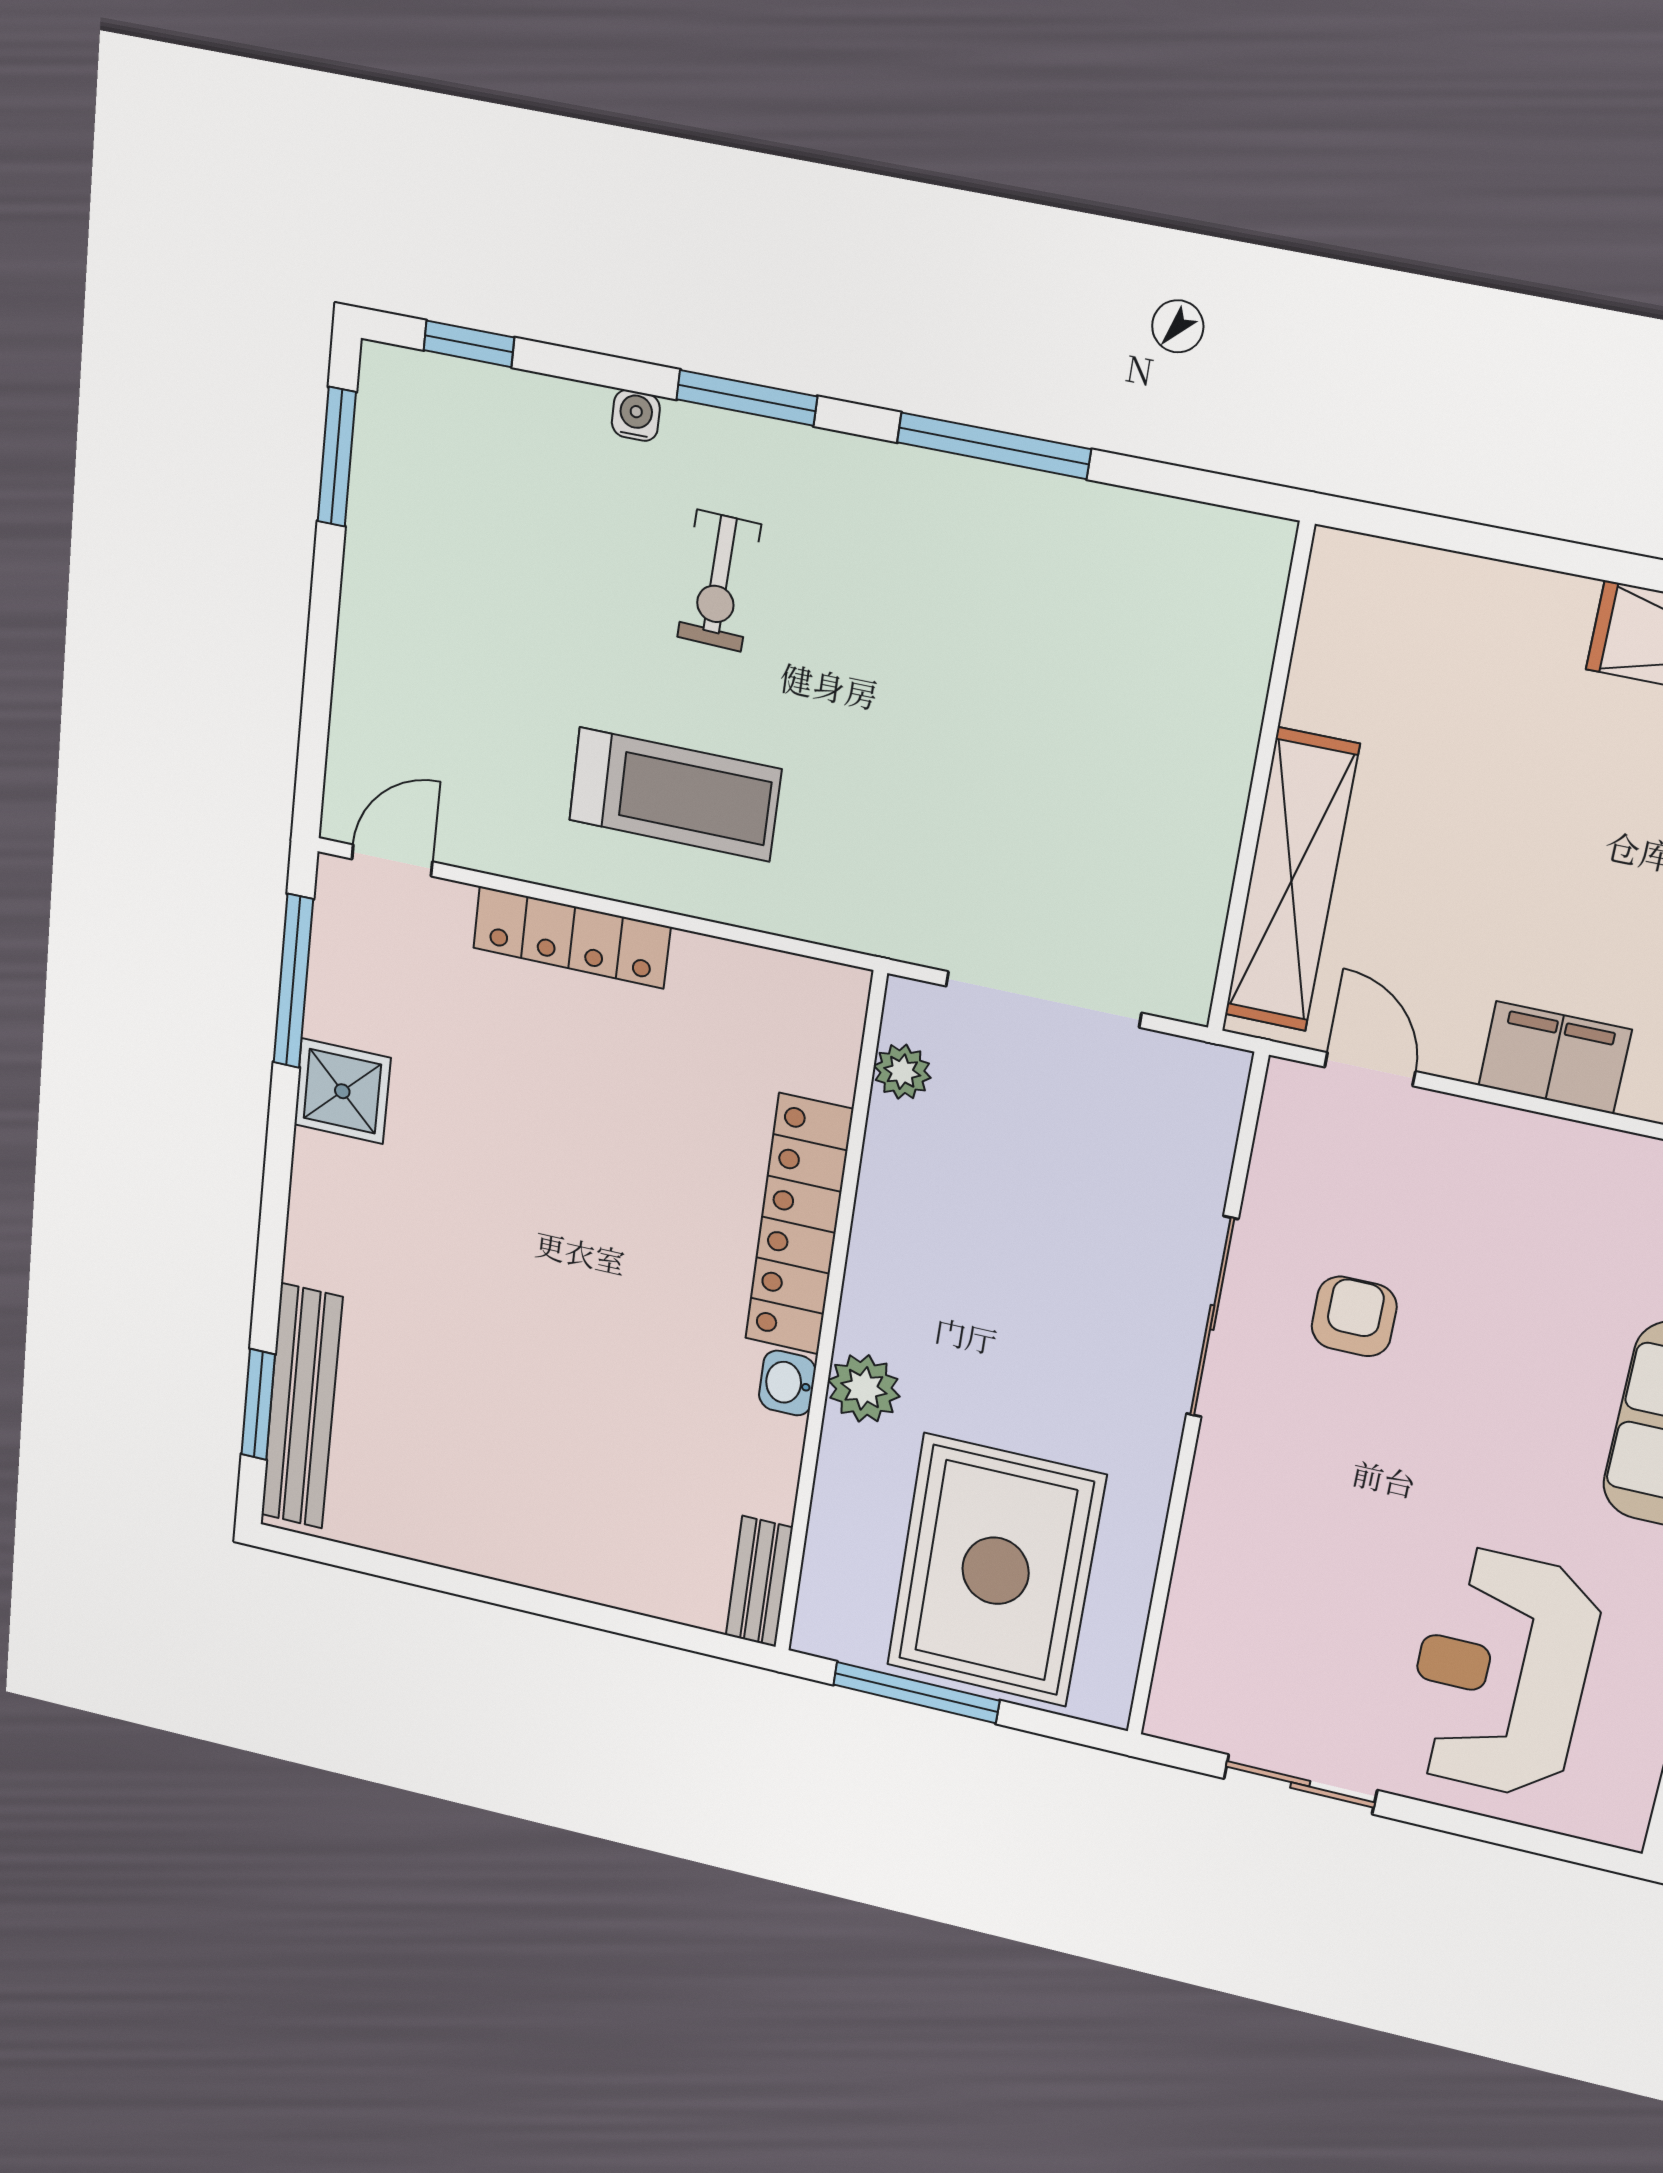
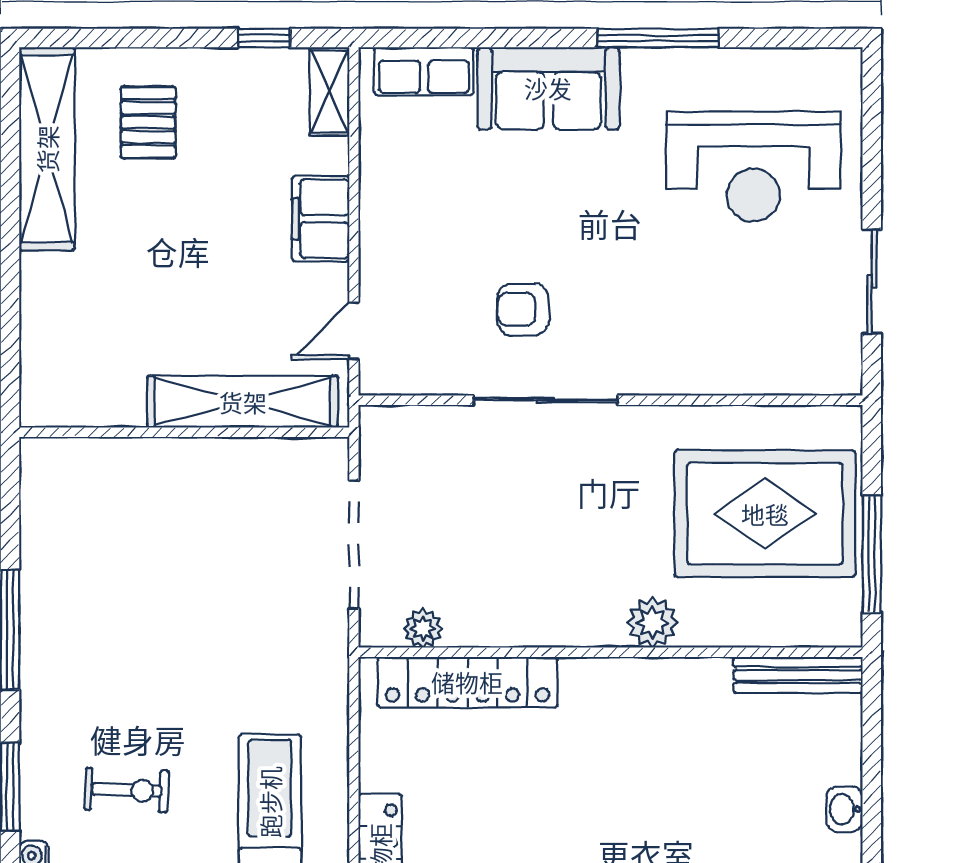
locker: (799, 1225) -> (467, 682), moved
washbasin: (787, 1383) -> (844, 809), moved, turned 90
bench: (759, 1582) -> (798, 675), width x1.36

